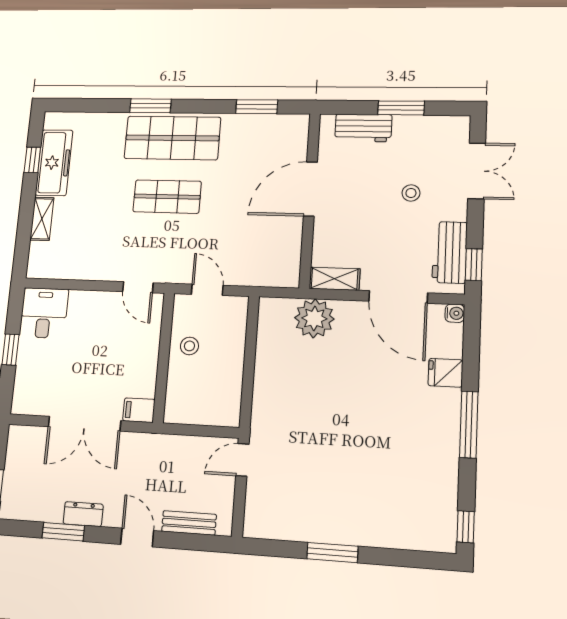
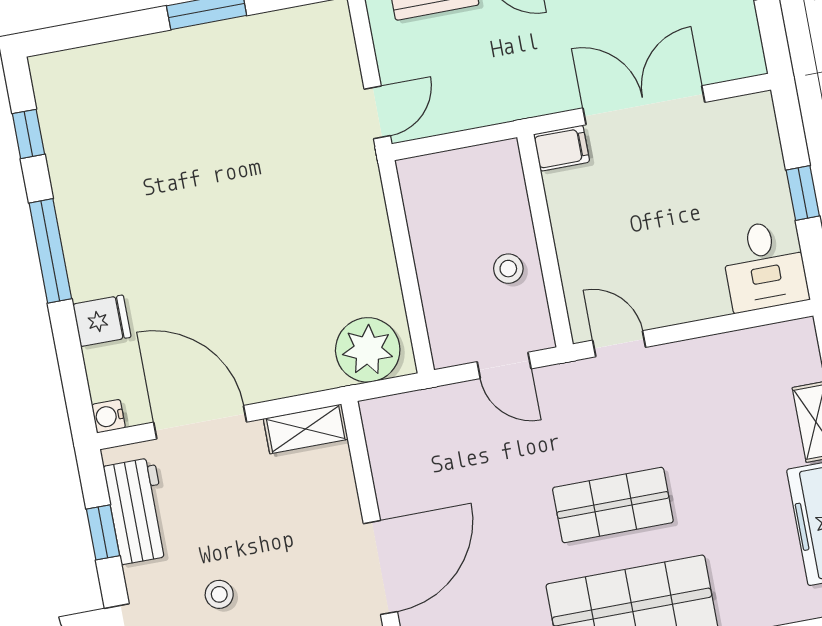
window: (474, 265) -> (103, 532), moved
plant: (314, 318) -> (368, 350), moved
window: (466, 527) -> (28, 134), moved

